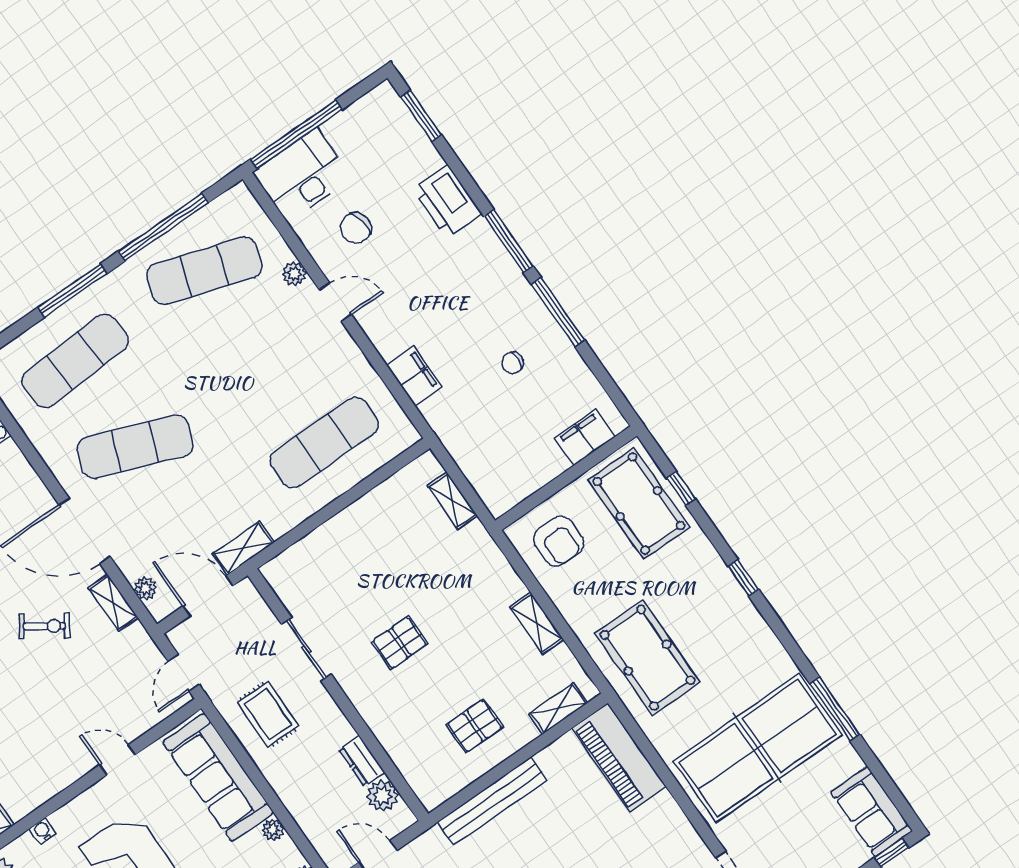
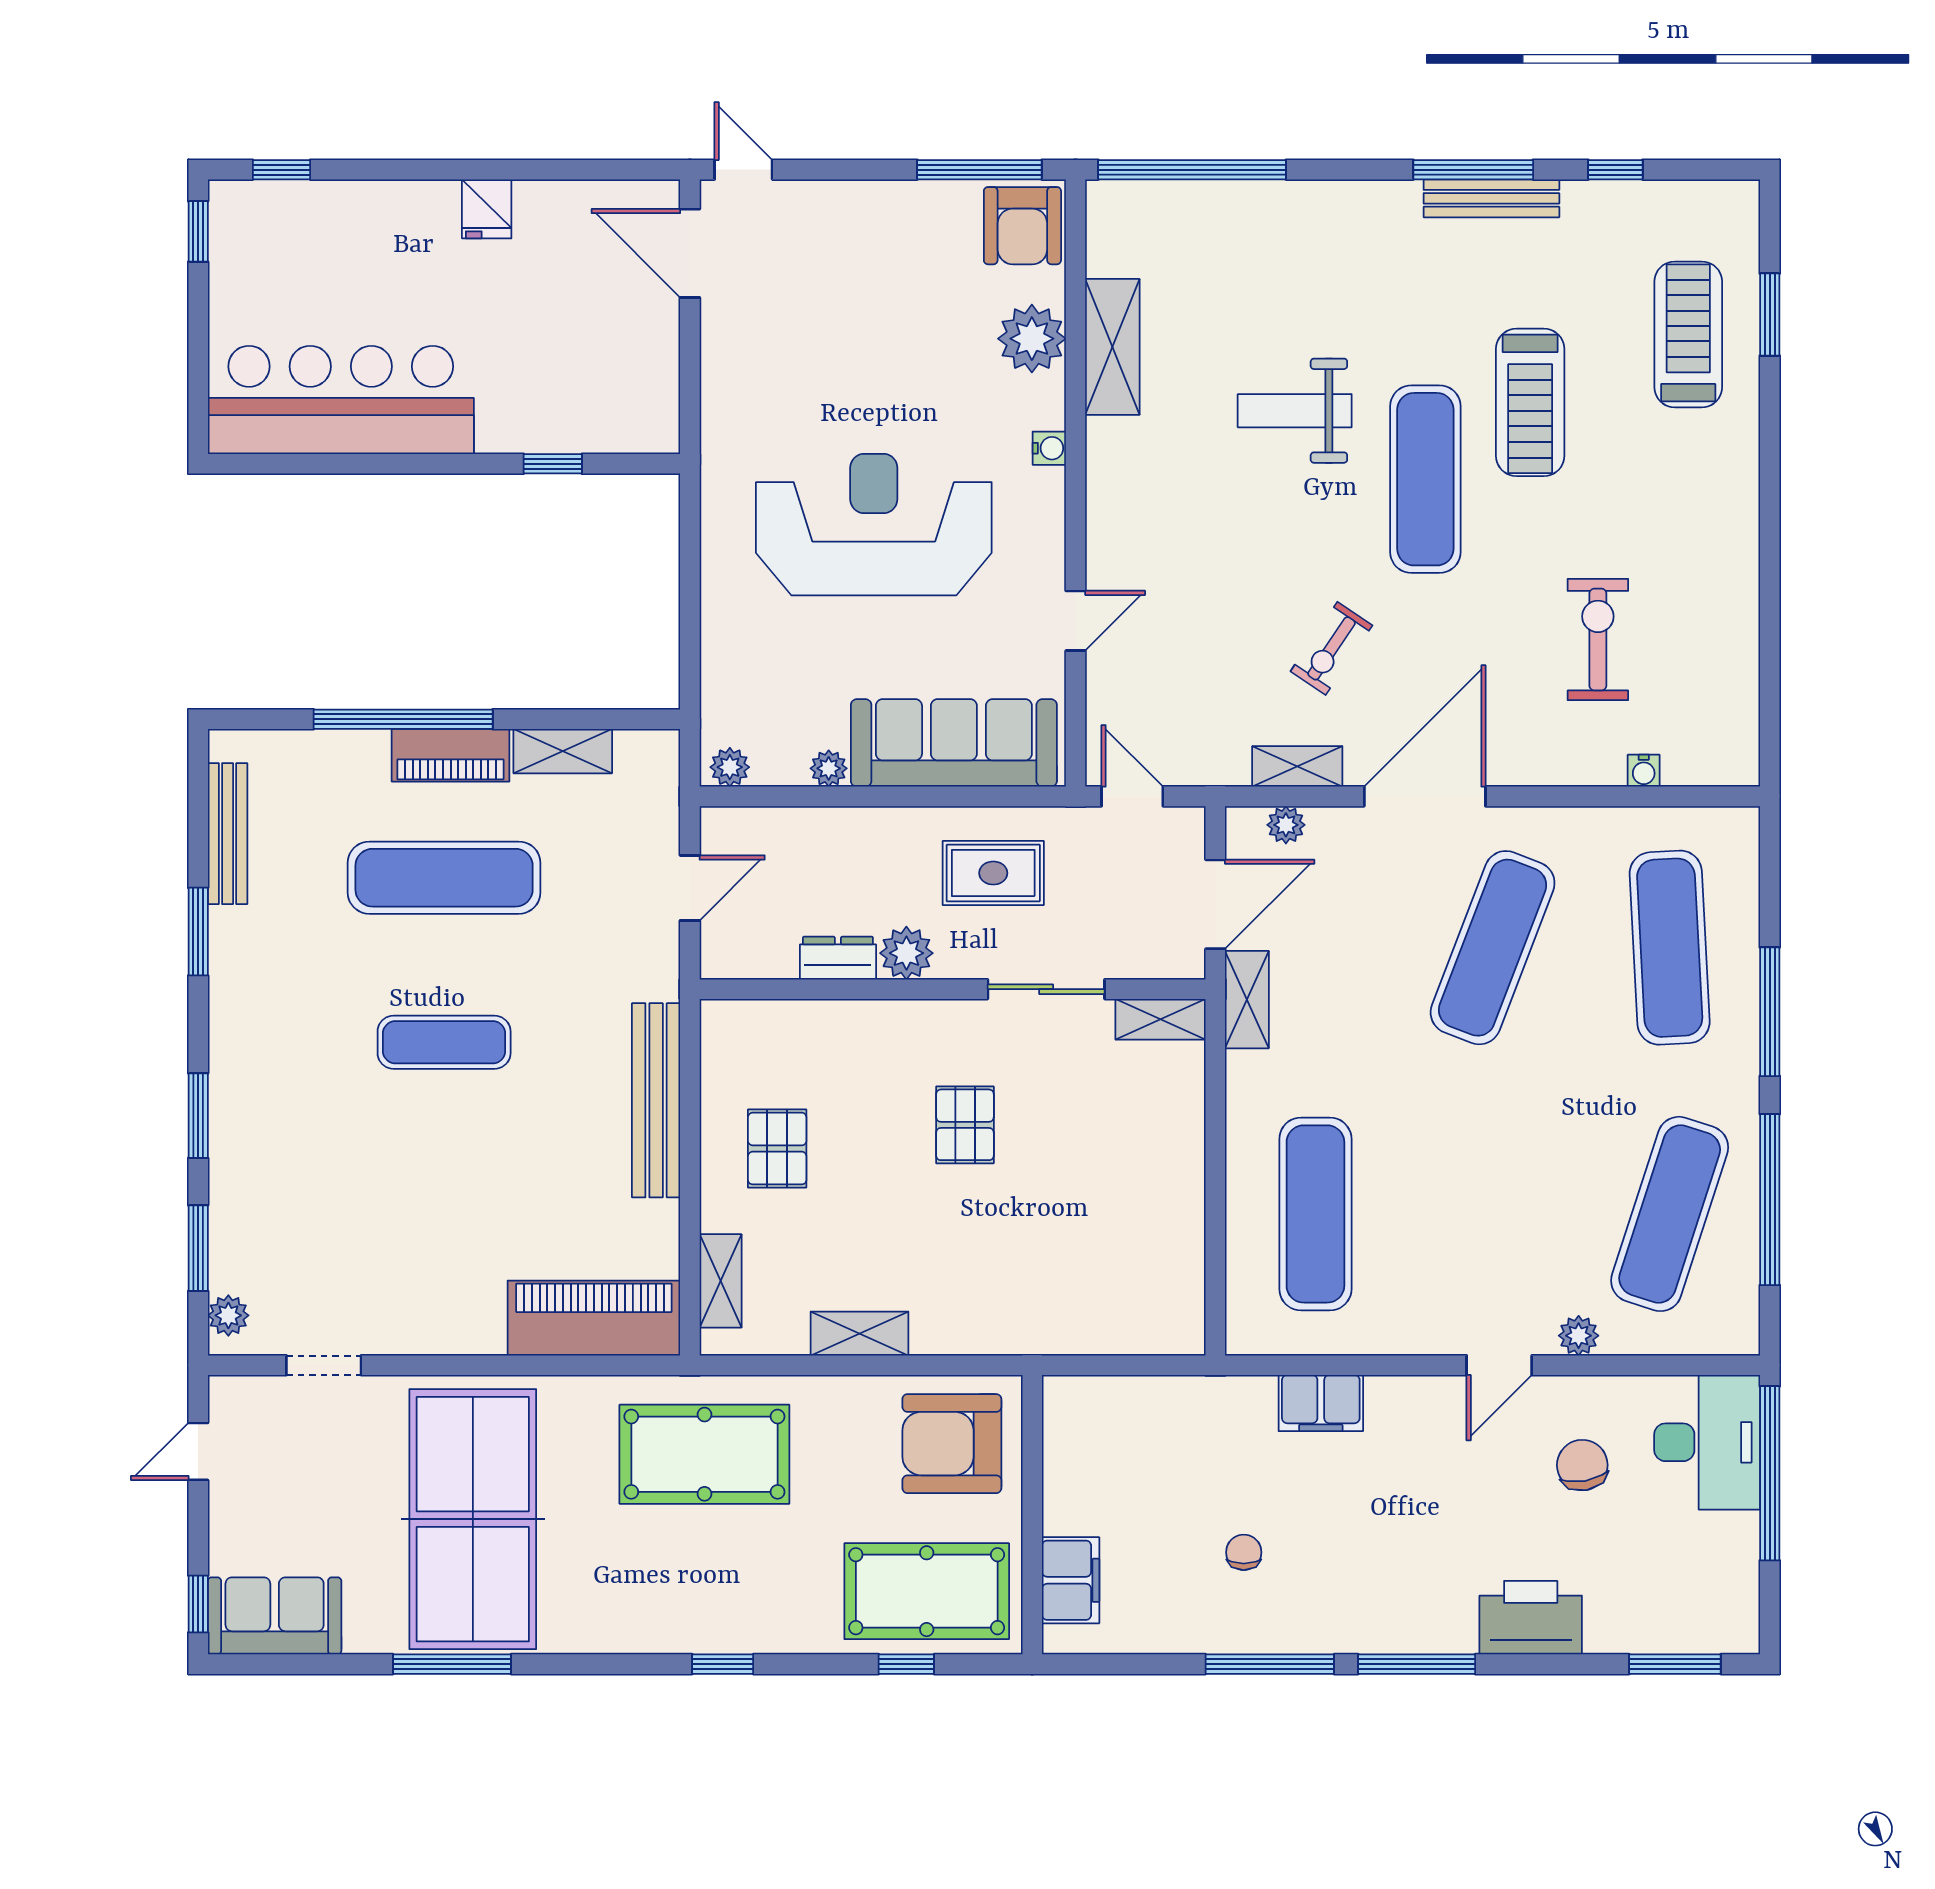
shelving: (452, 501) -> (1161, 1019), moved
armchair: (559, 541) -> (952, 1444), width x1.36, depth x1.36
plant: (382, 796) -> (906, 953), moved

